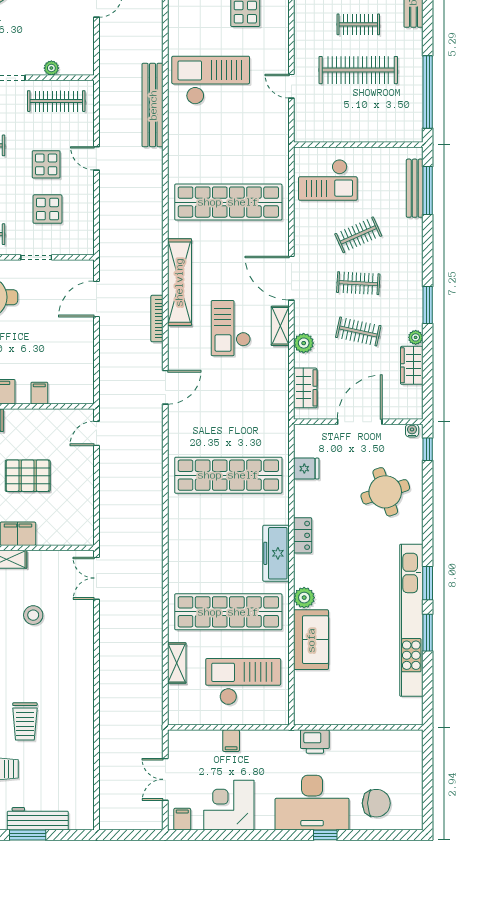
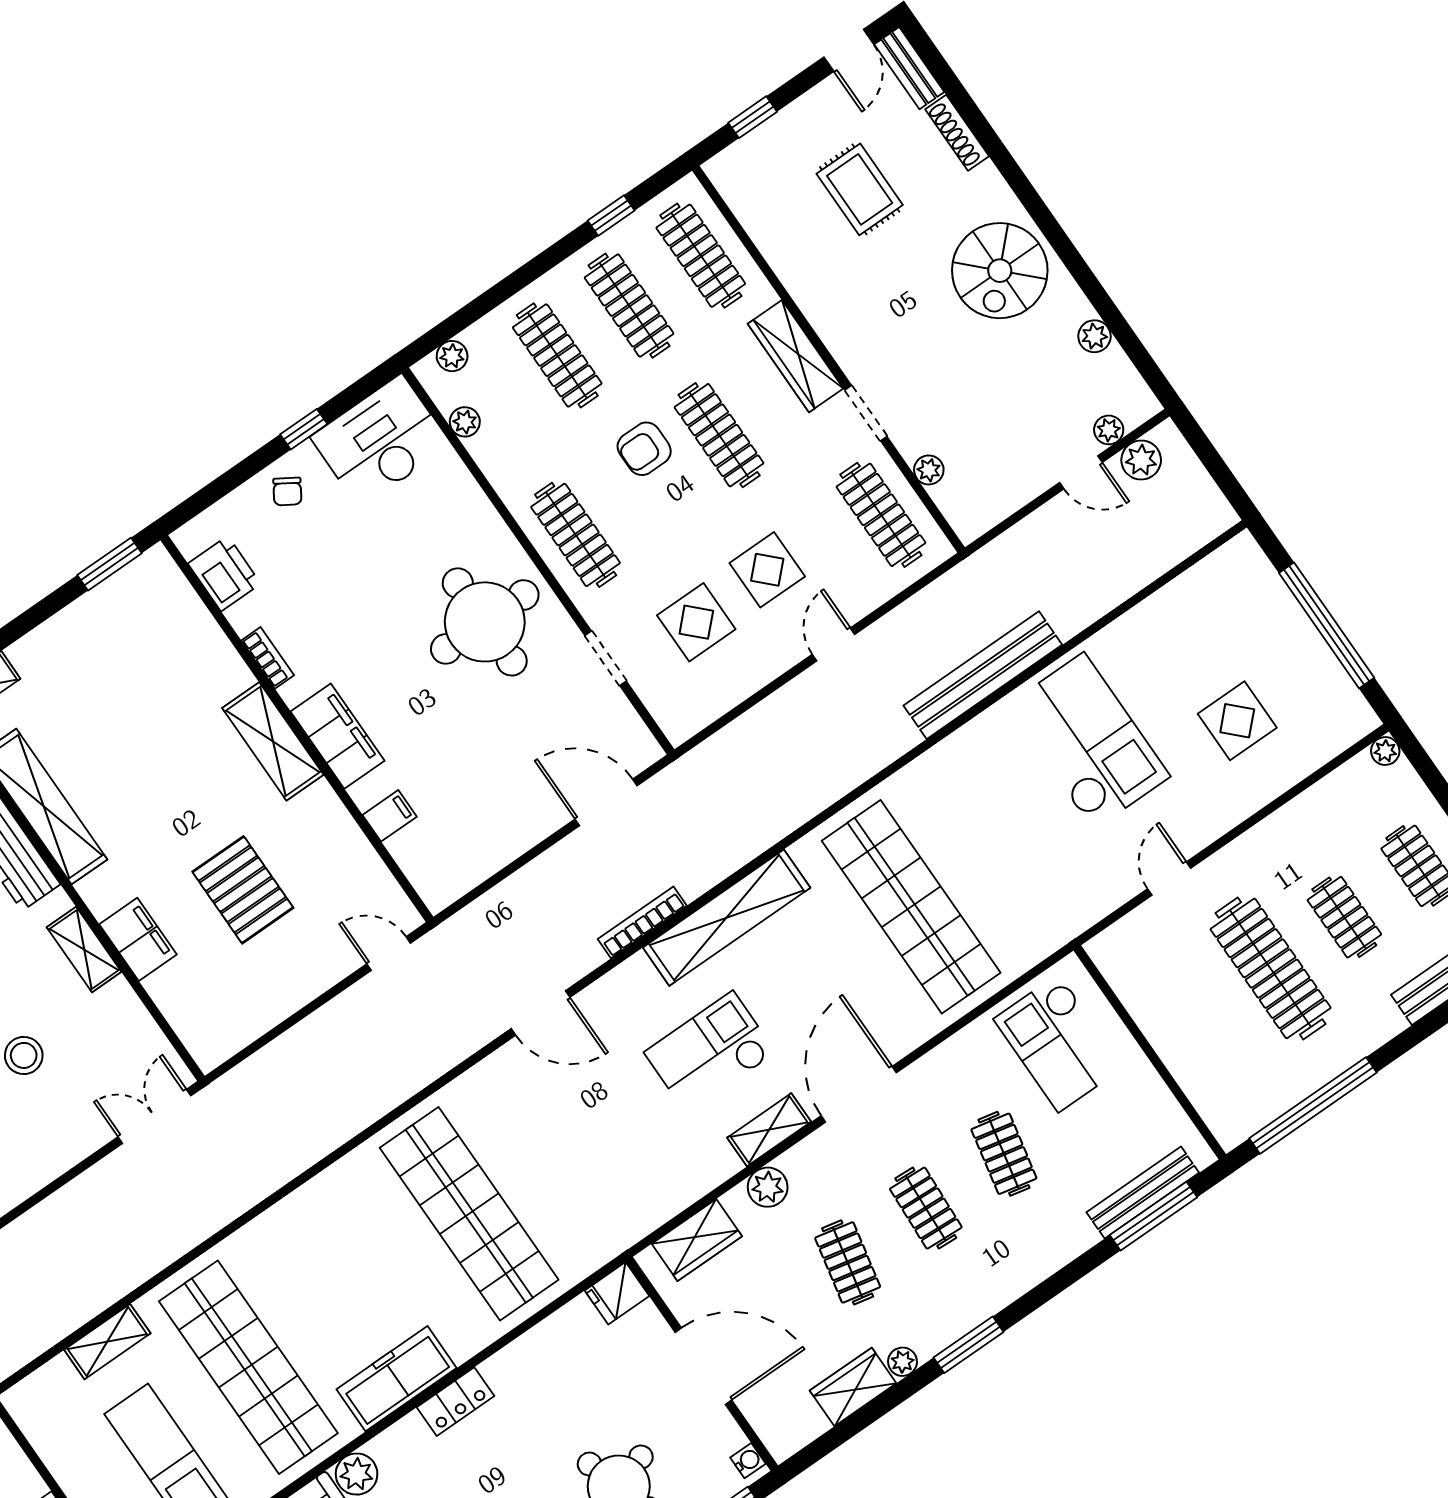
clothes rail: (358, 235) -> (1004, 1154), turned 36
fridge: (306, 469) -> (617, 1293), moved, turned 90

